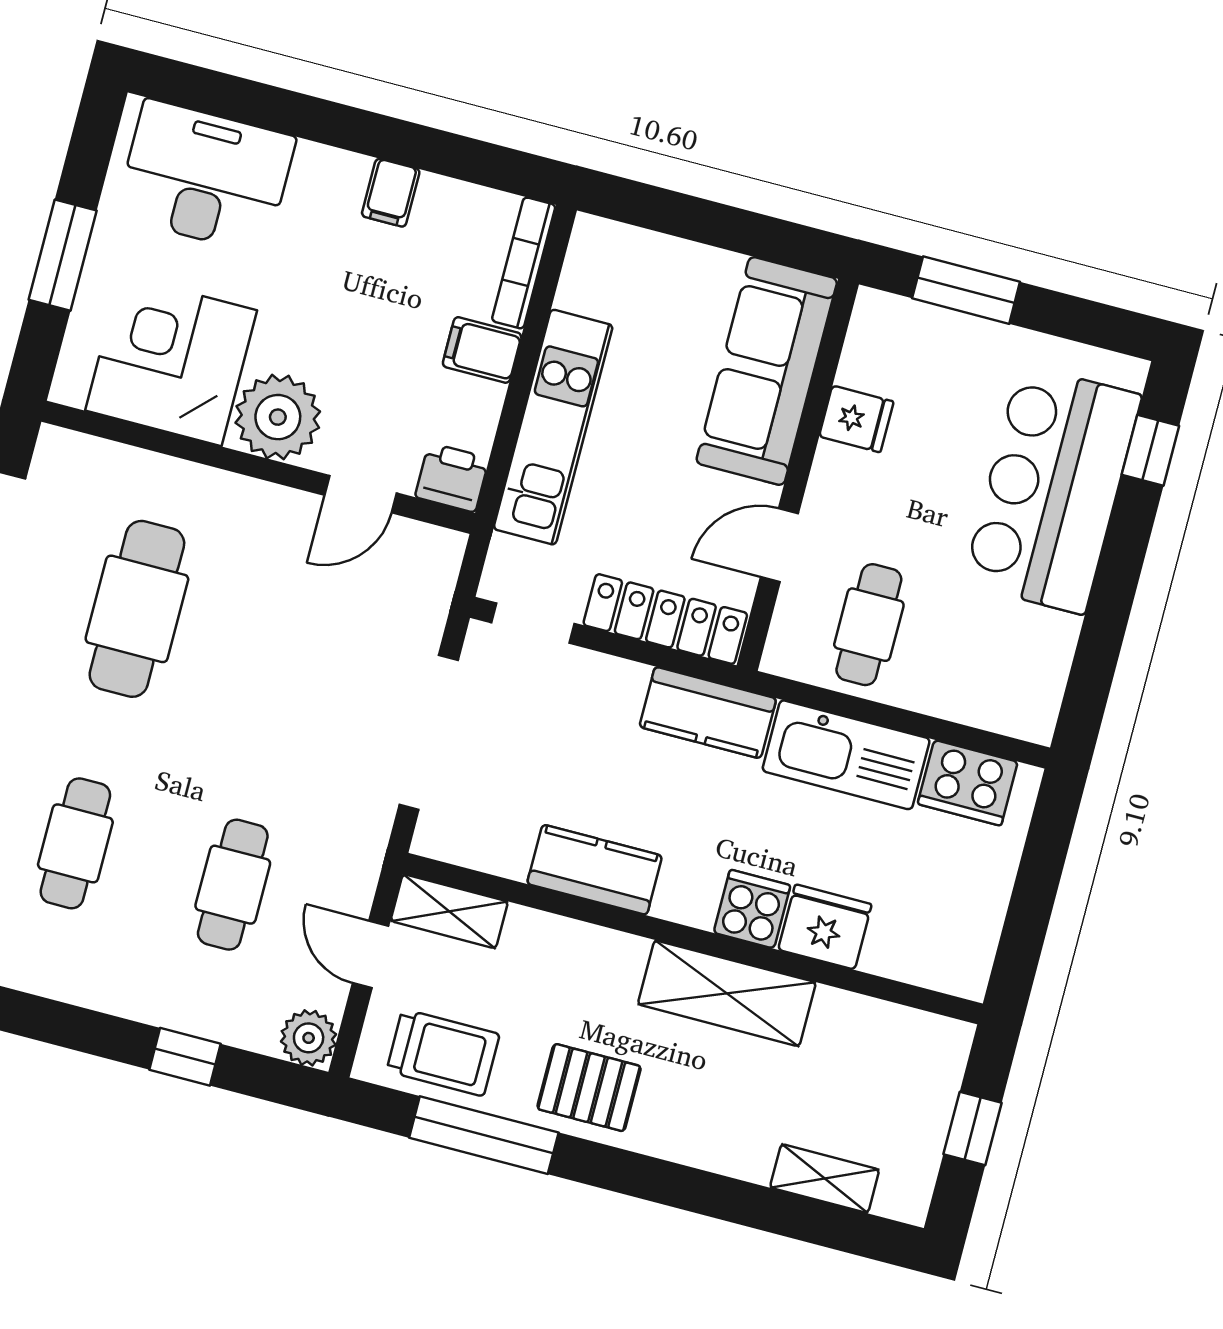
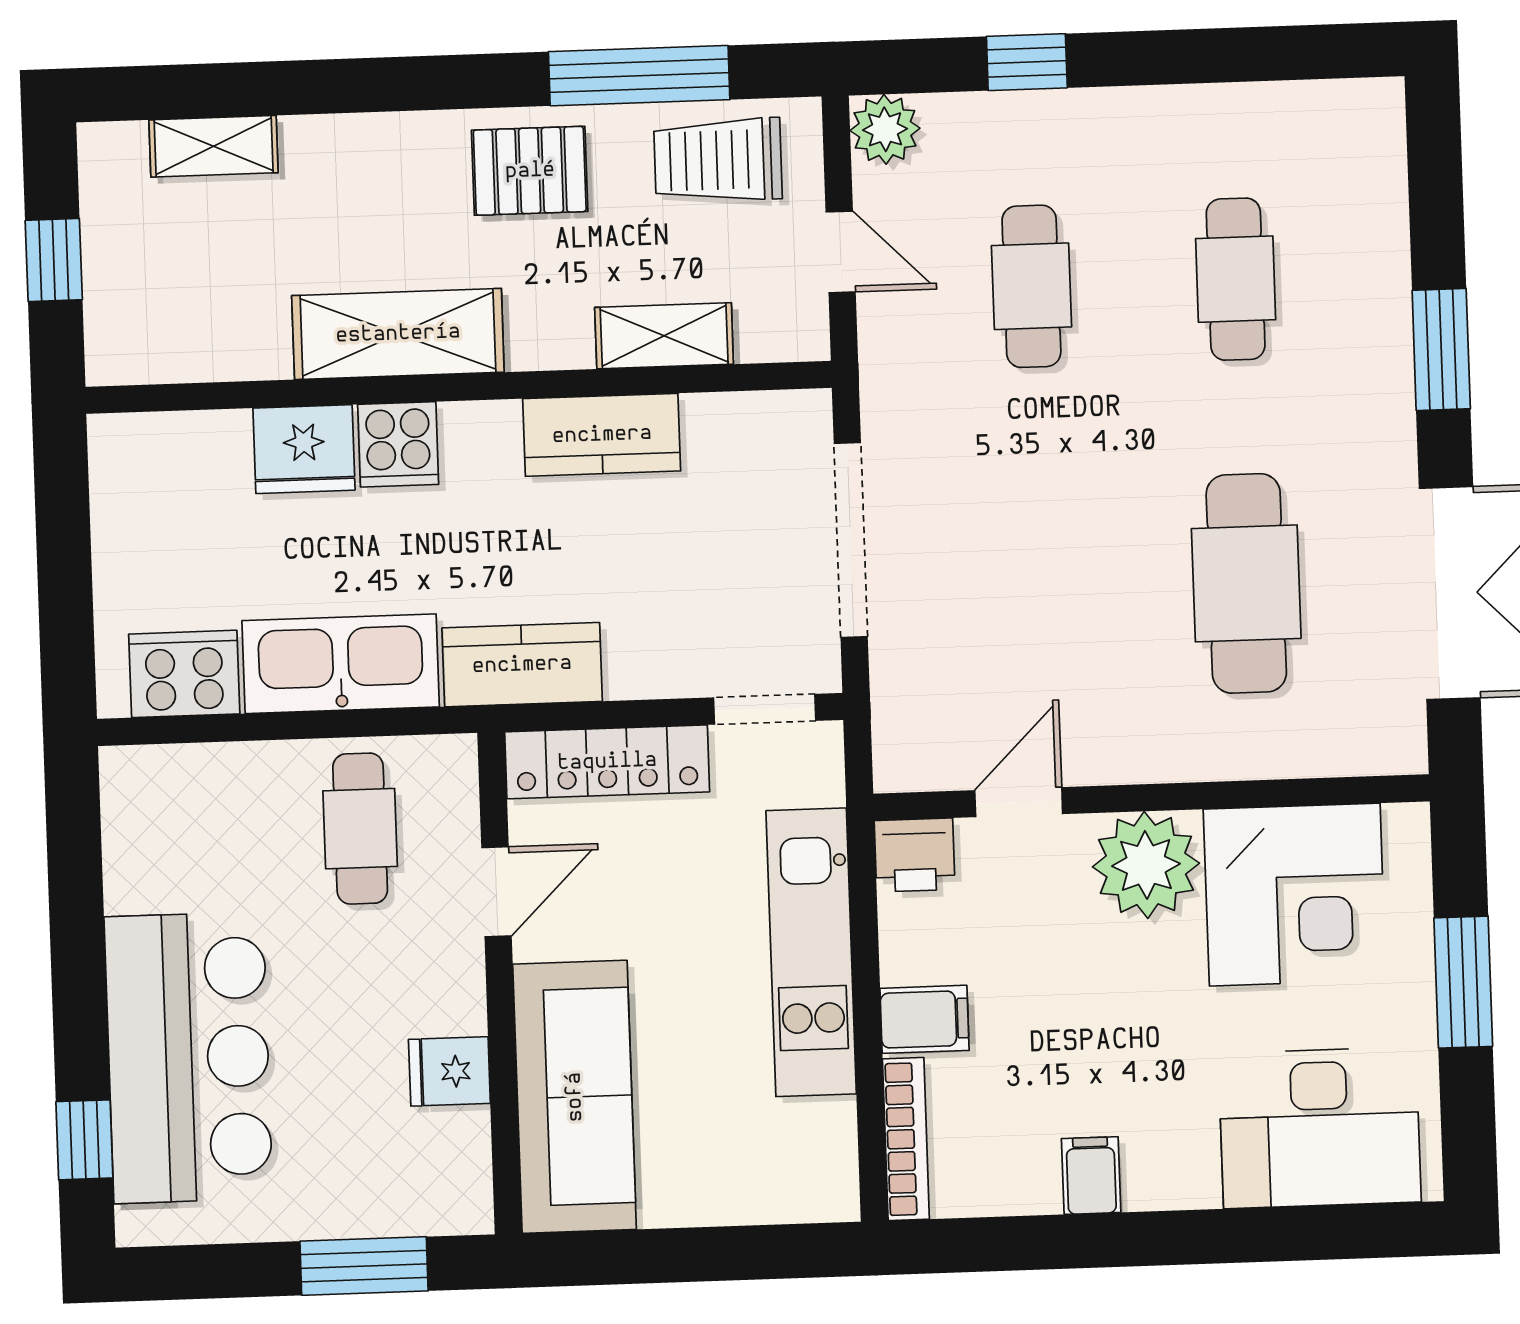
shelving: (449, 911) -> (664, 336), moved

